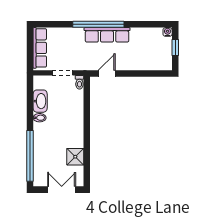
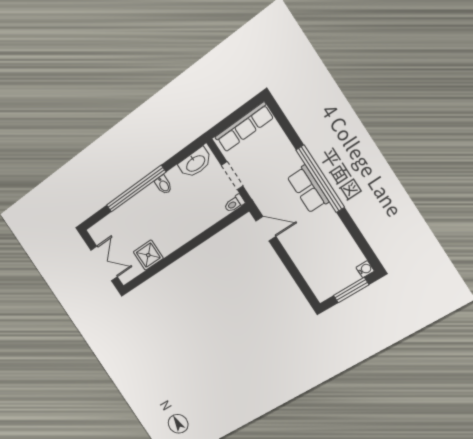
row of seats: (107, 35) -> (308, 189), width x0.68
window: (175, 48) -> (351, 290), width x1.50
washbasin: (40, 101) -> (195, 163), moved
window: (30, 156) -> (136, 189), moved

